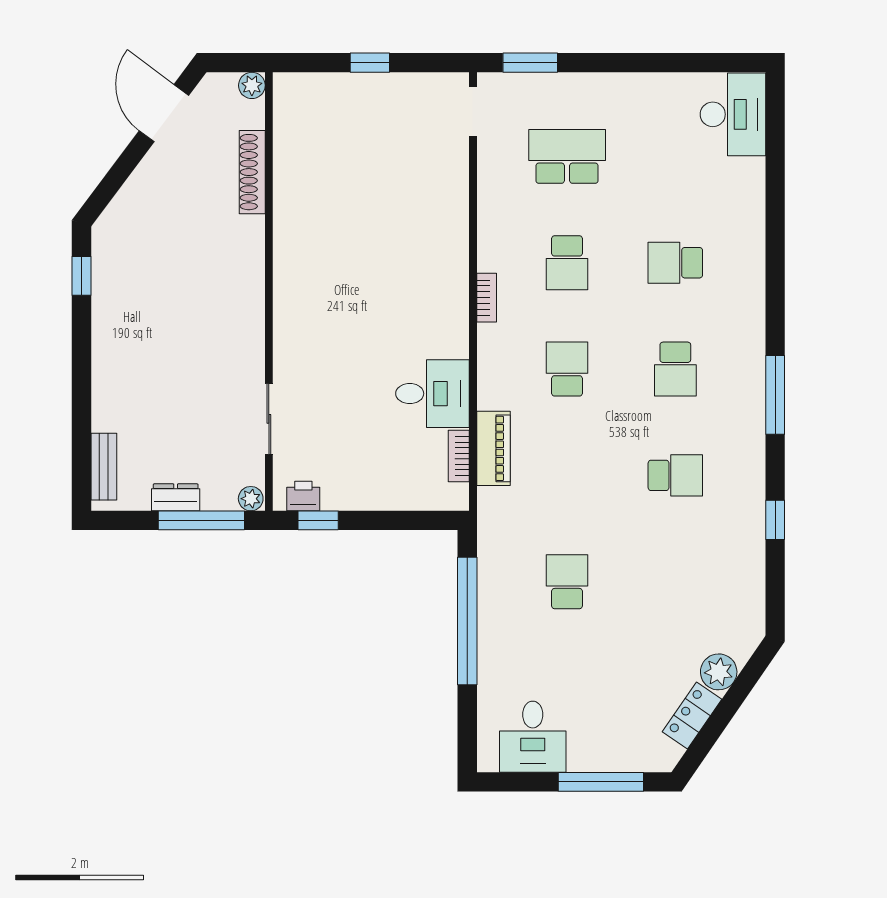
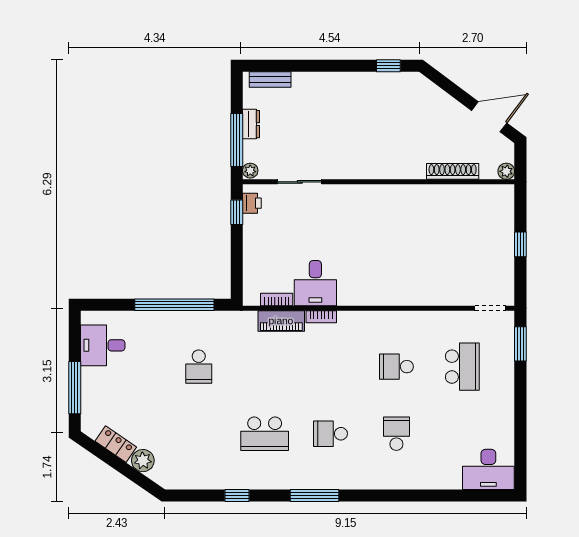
bookcase: (487, 298) -> (321, 317), moved
school desk: (567, 369) -> (331, 367), removed
school desk: (675, 475) -> (265, 434), width x1.85
school desk: (567, 582) -> (199, 367), turned 90

